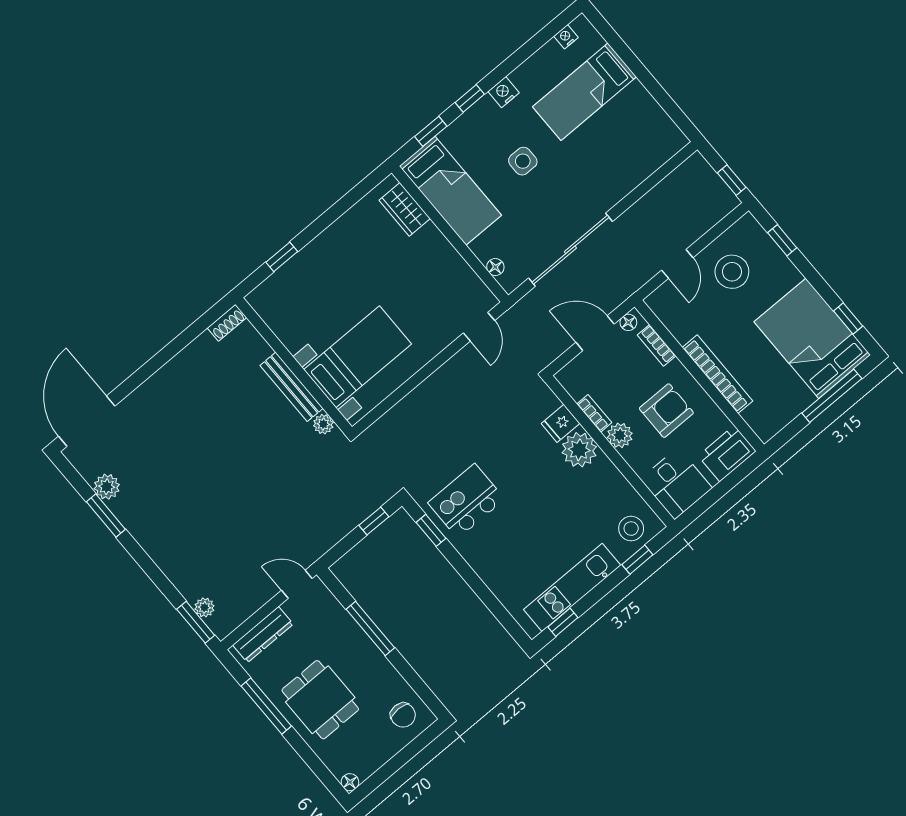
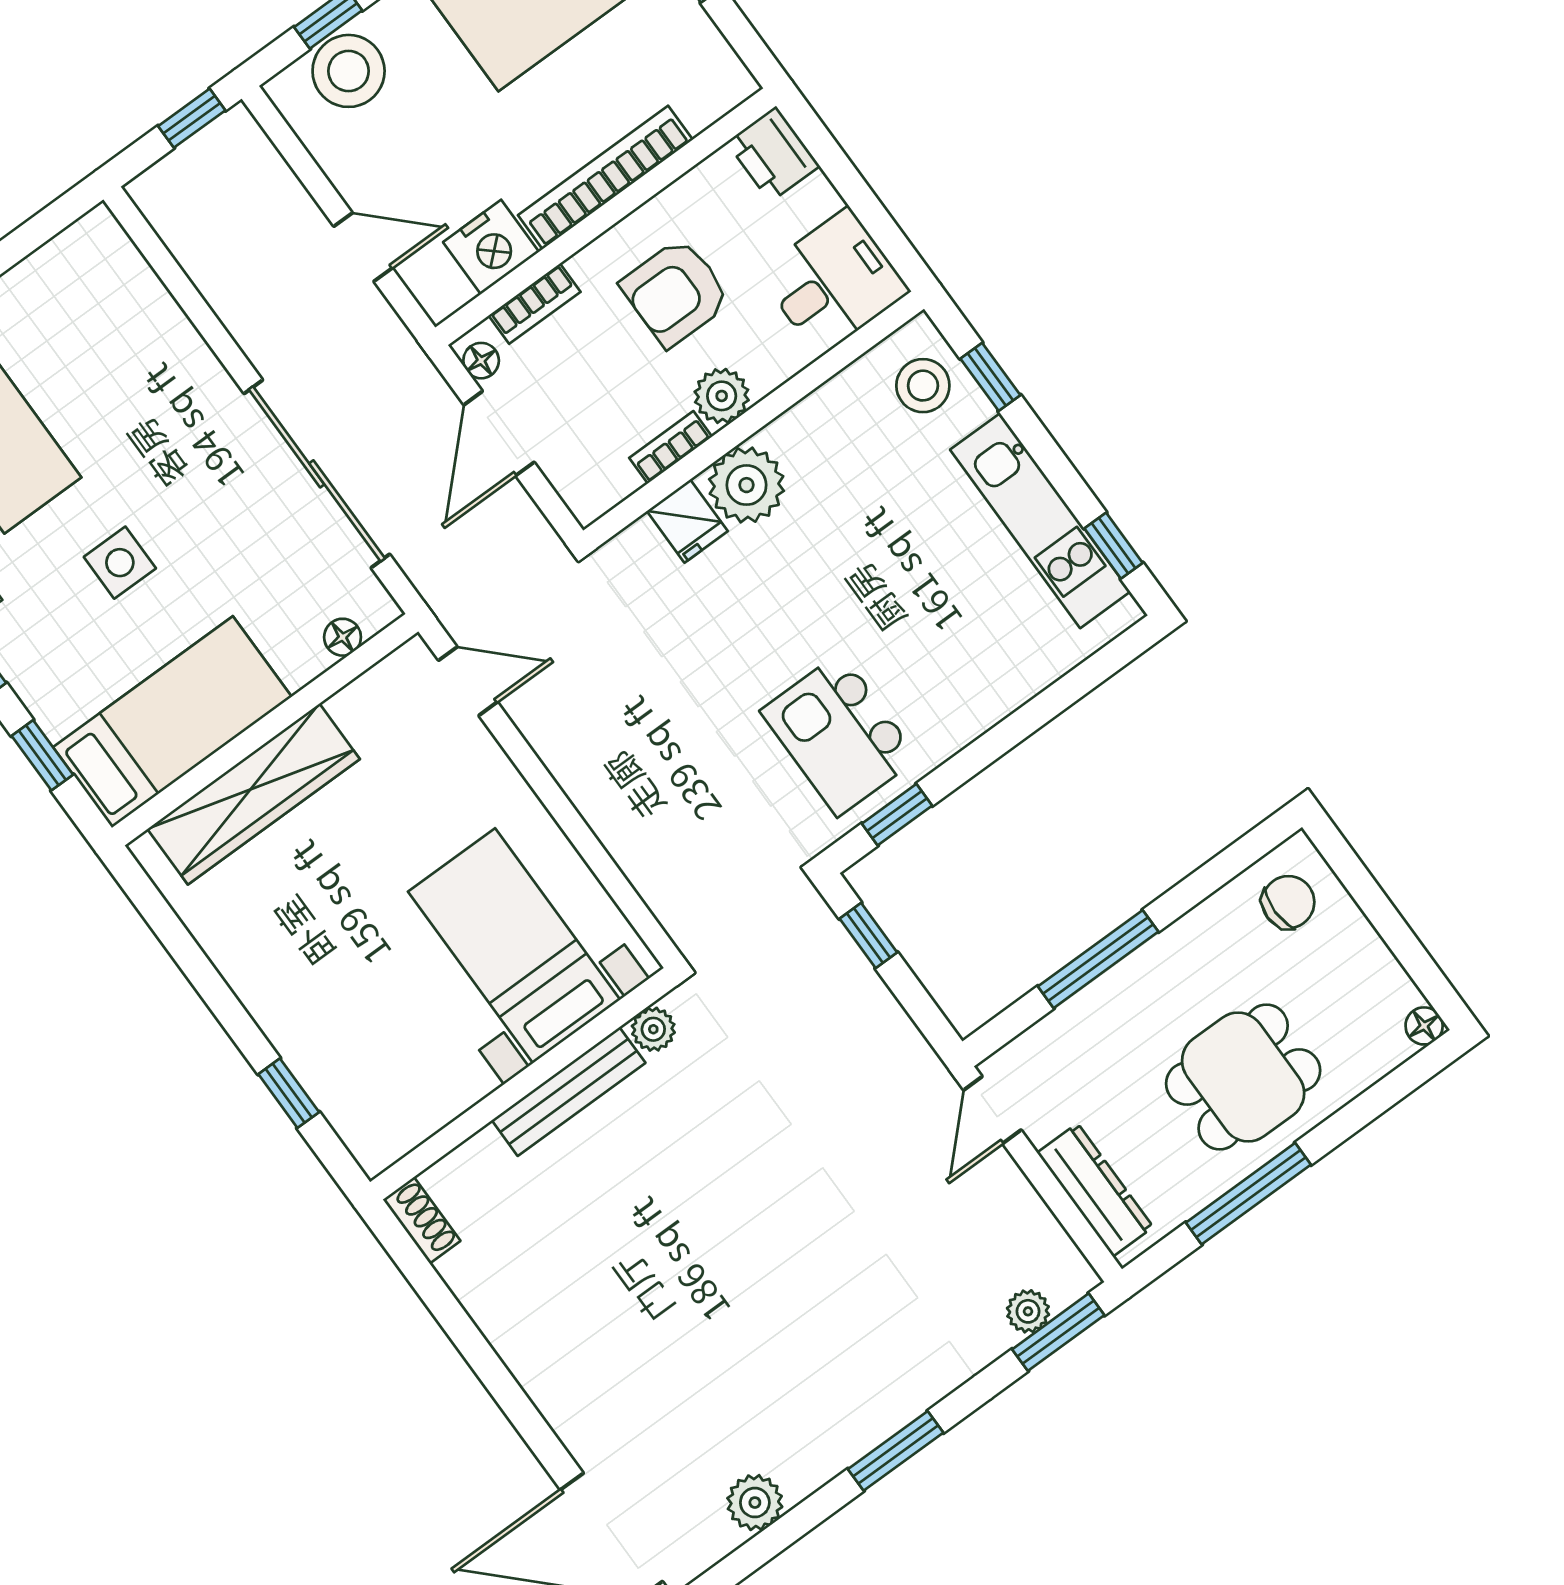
wardrobe: (405, 209) -> (254, 794), width x2.10, depth x1.17
stool: (732, 272) -> (349, 71), moved
nightstand: (681, 323) -> (491, 247), added
armchair: (666, 411) -> (676, 292), turned -90
printer: (727, 453) -> (773, 154), width x0.73, depth x0.84
window: (106, 515) -> (896, 1451), moved

